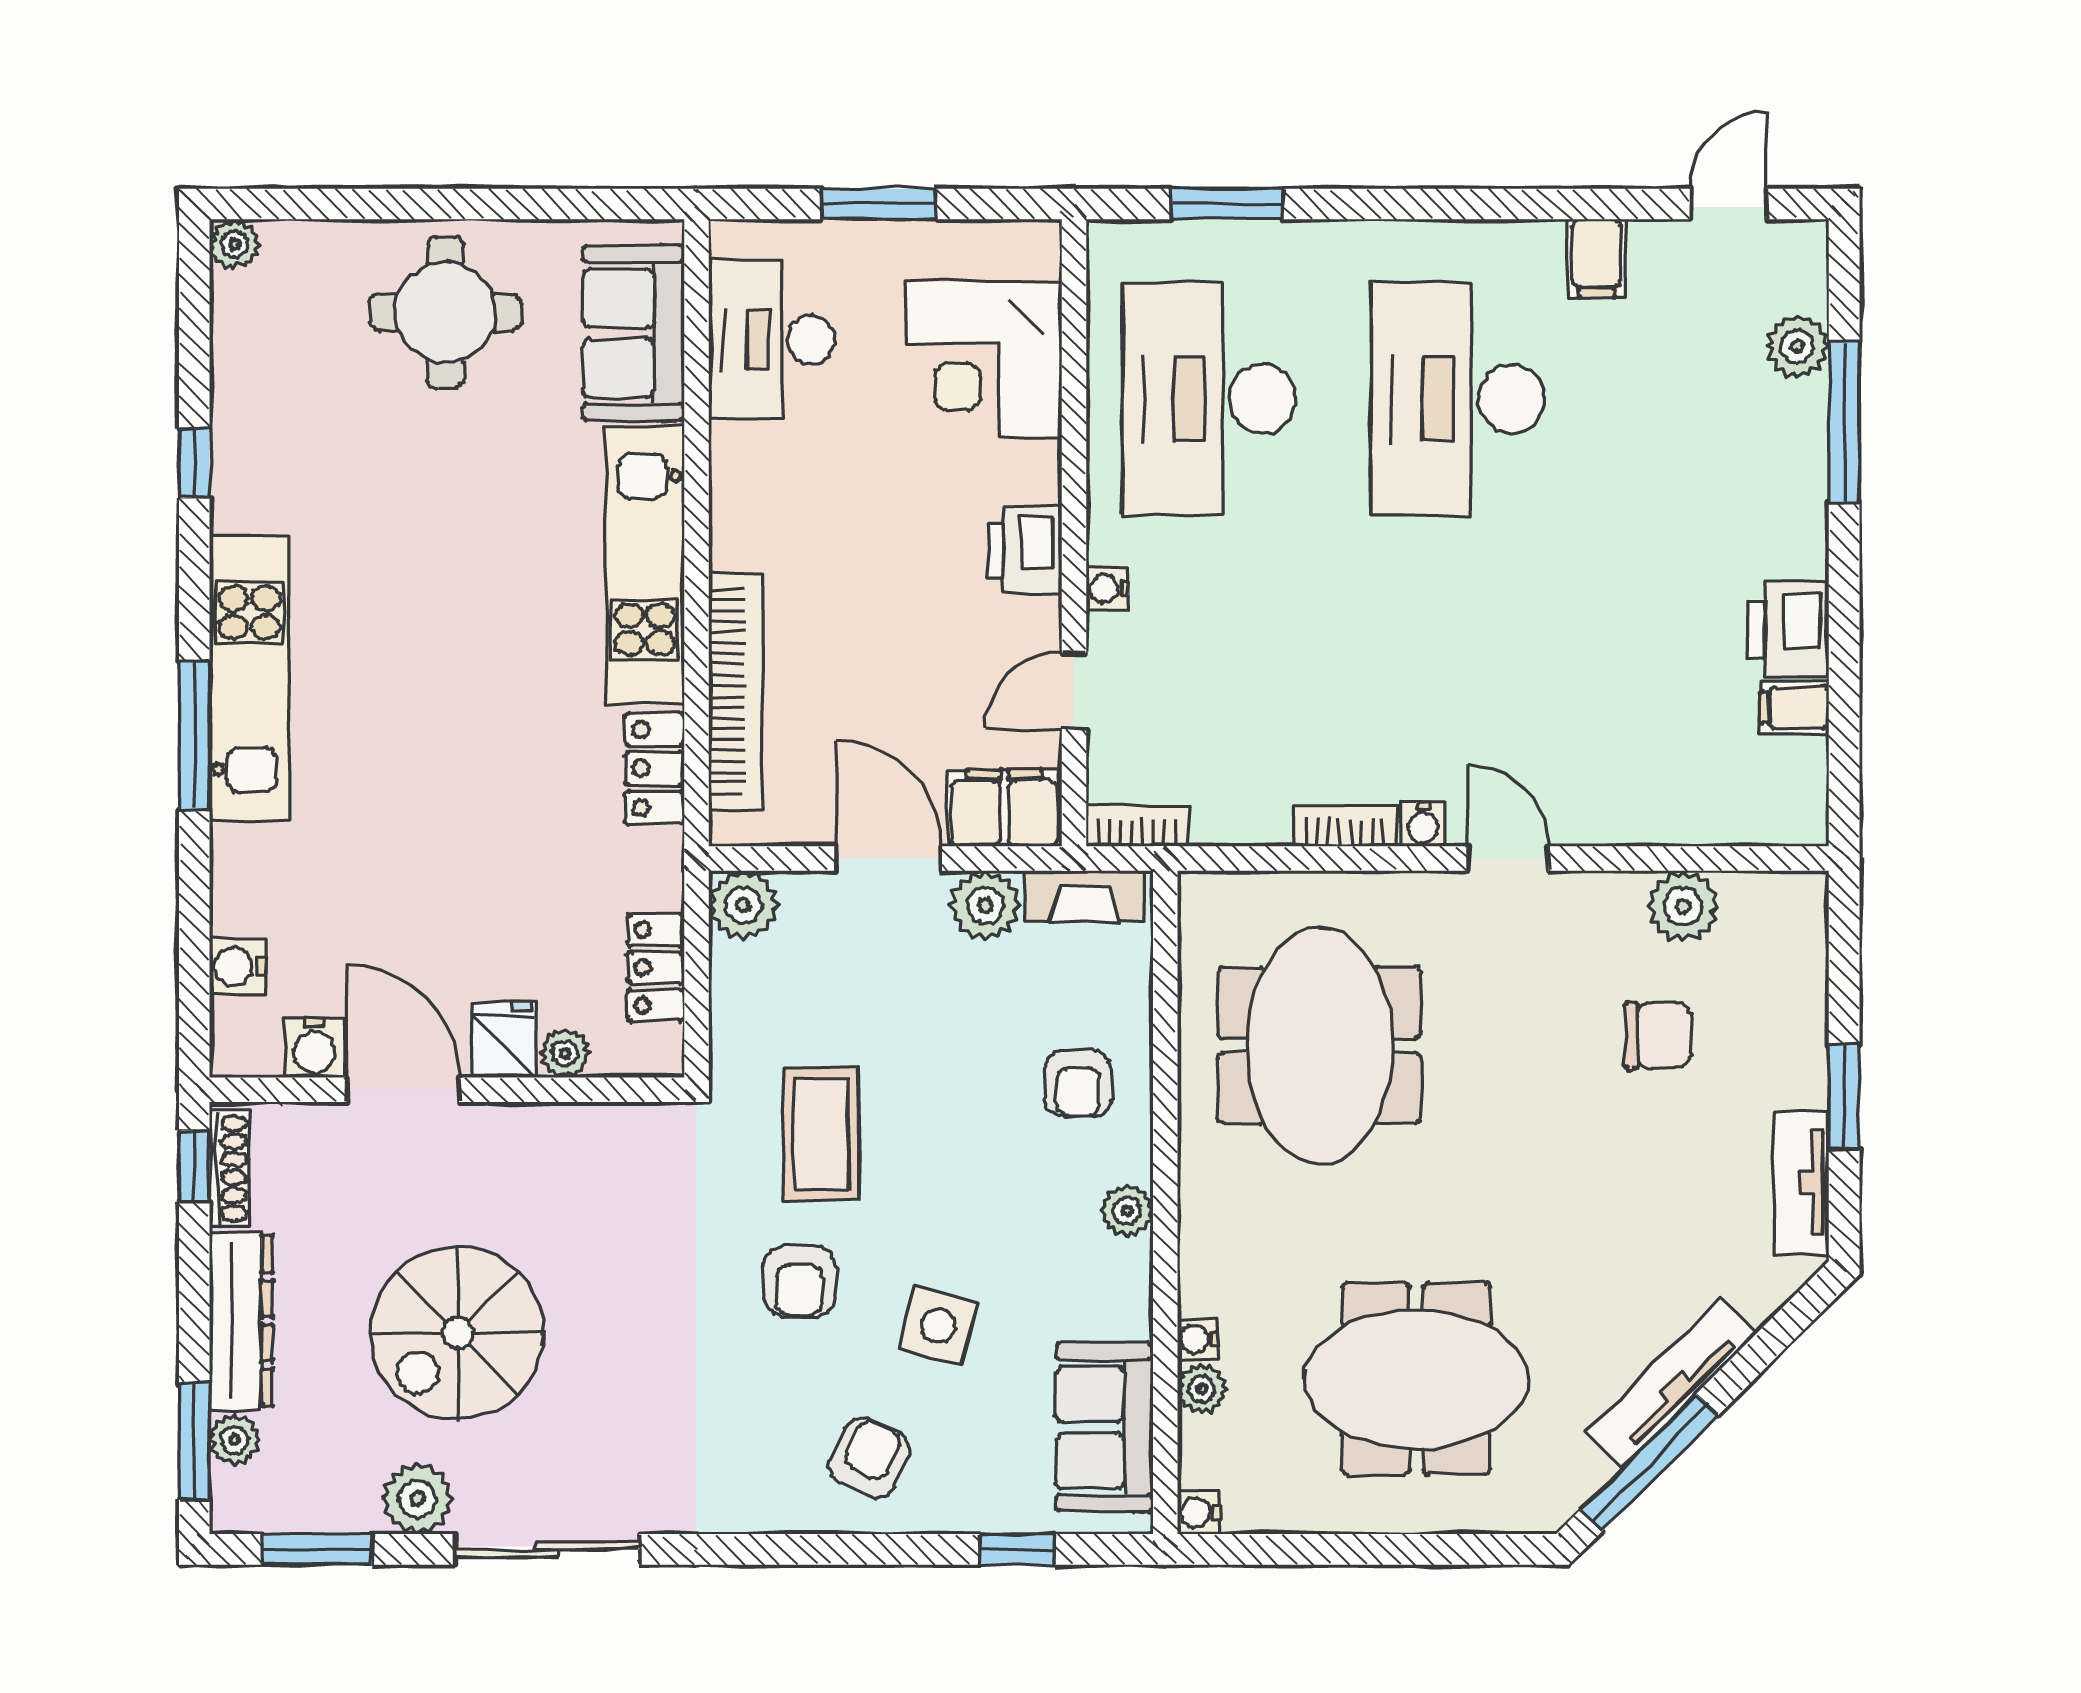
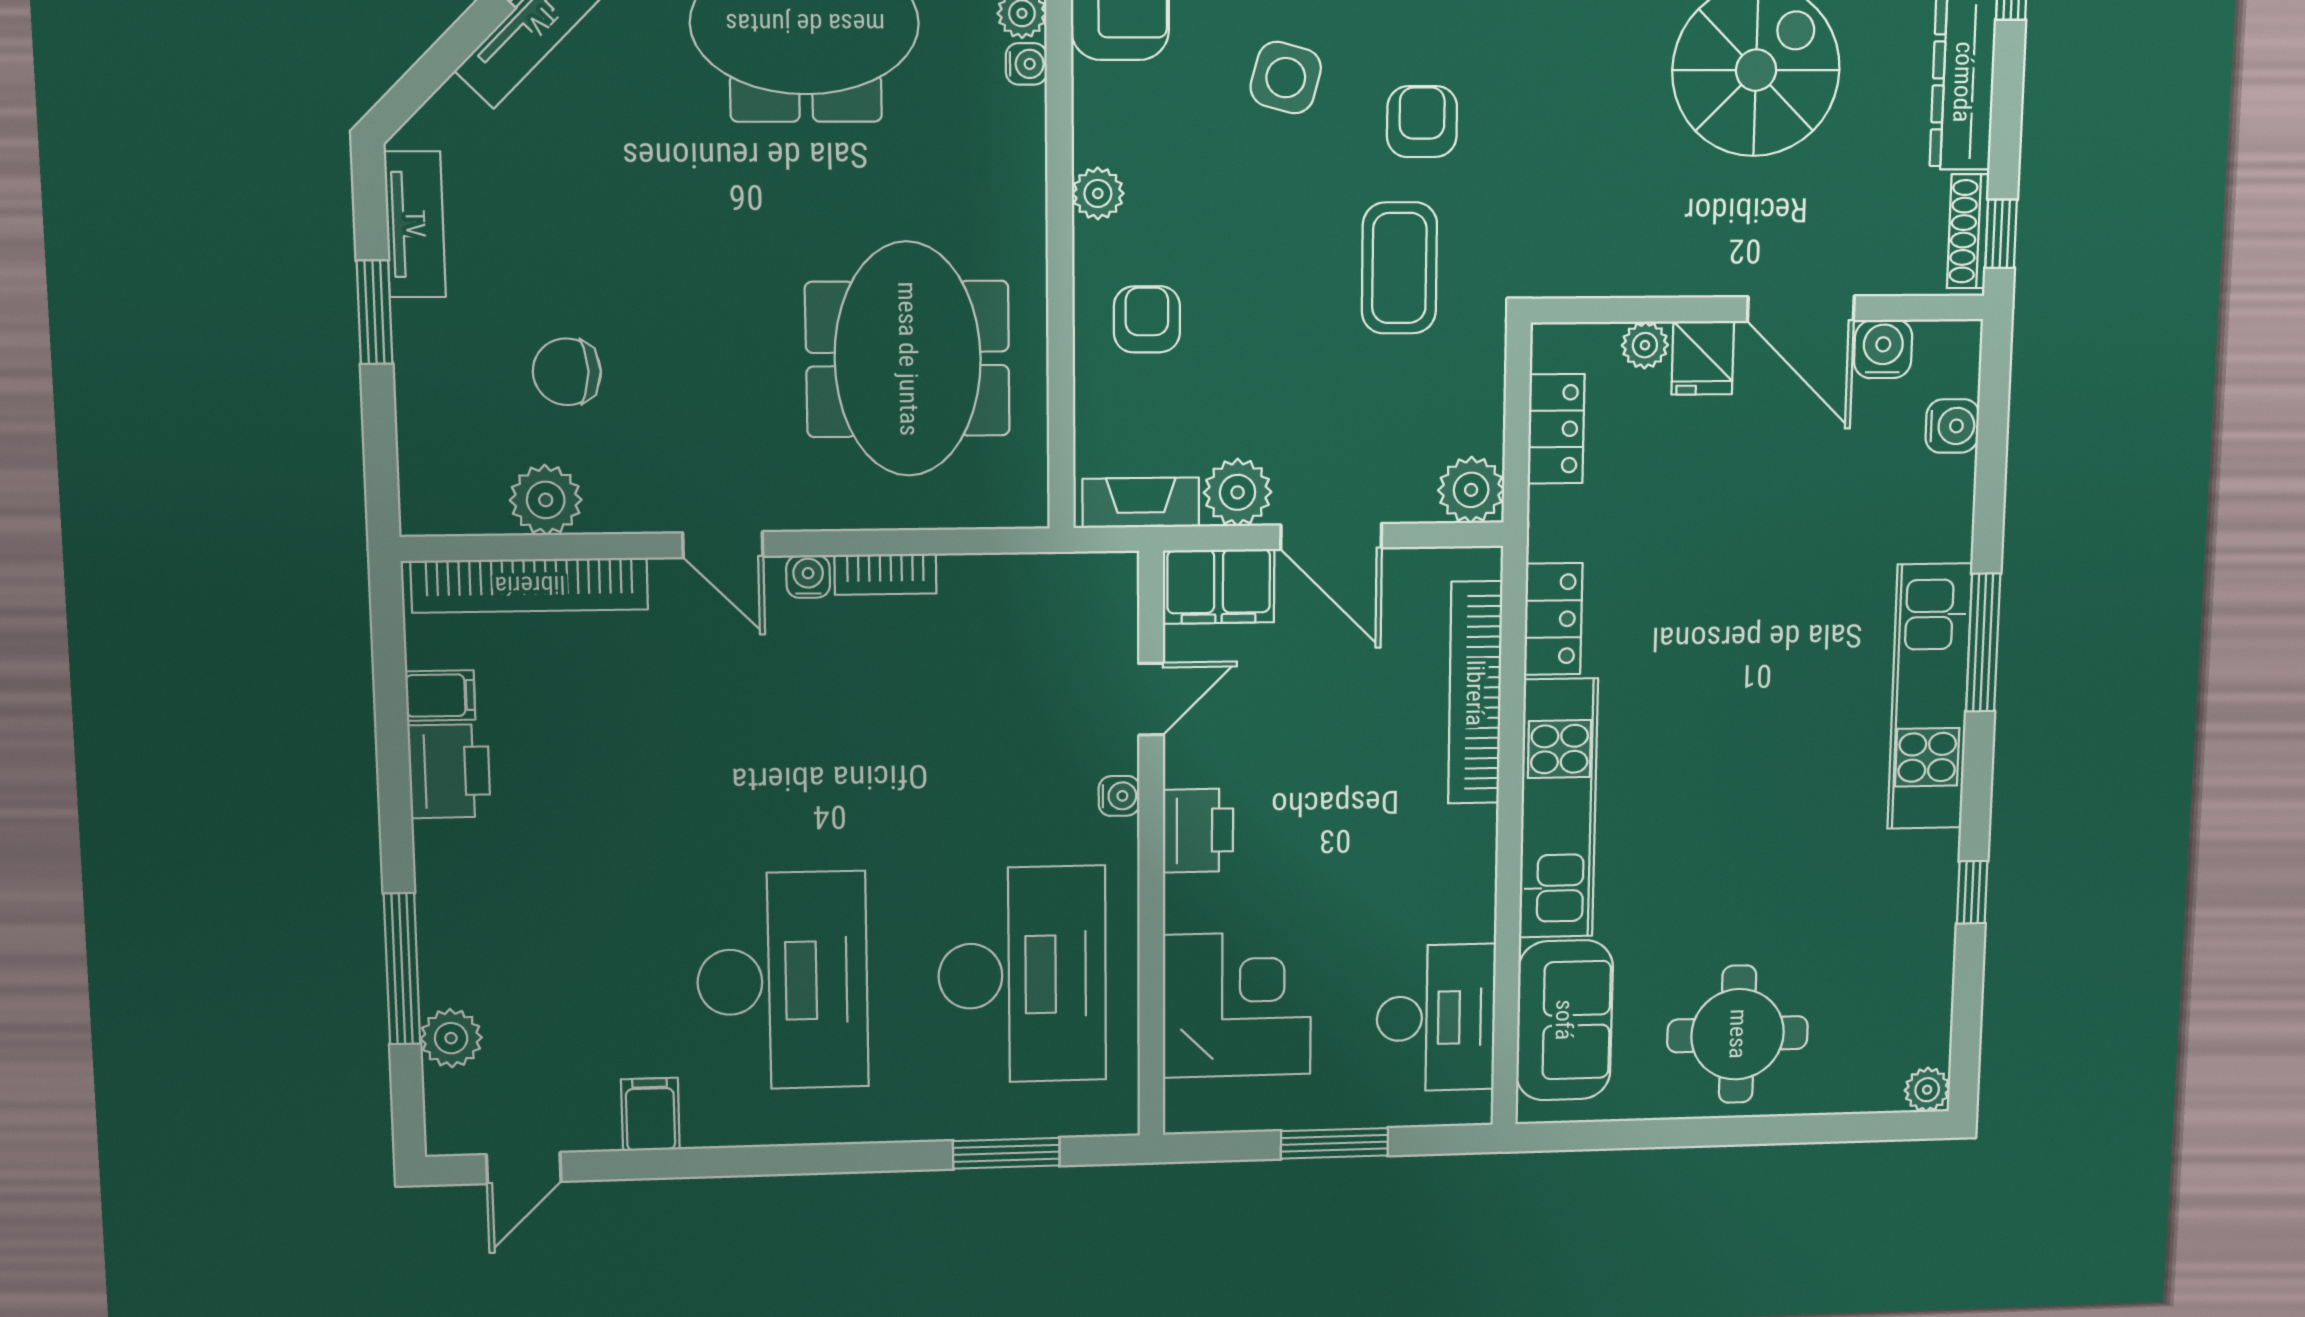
bookcase: (1137, 826) -> (530, 585), moved, width x2.31, depth x1.31

